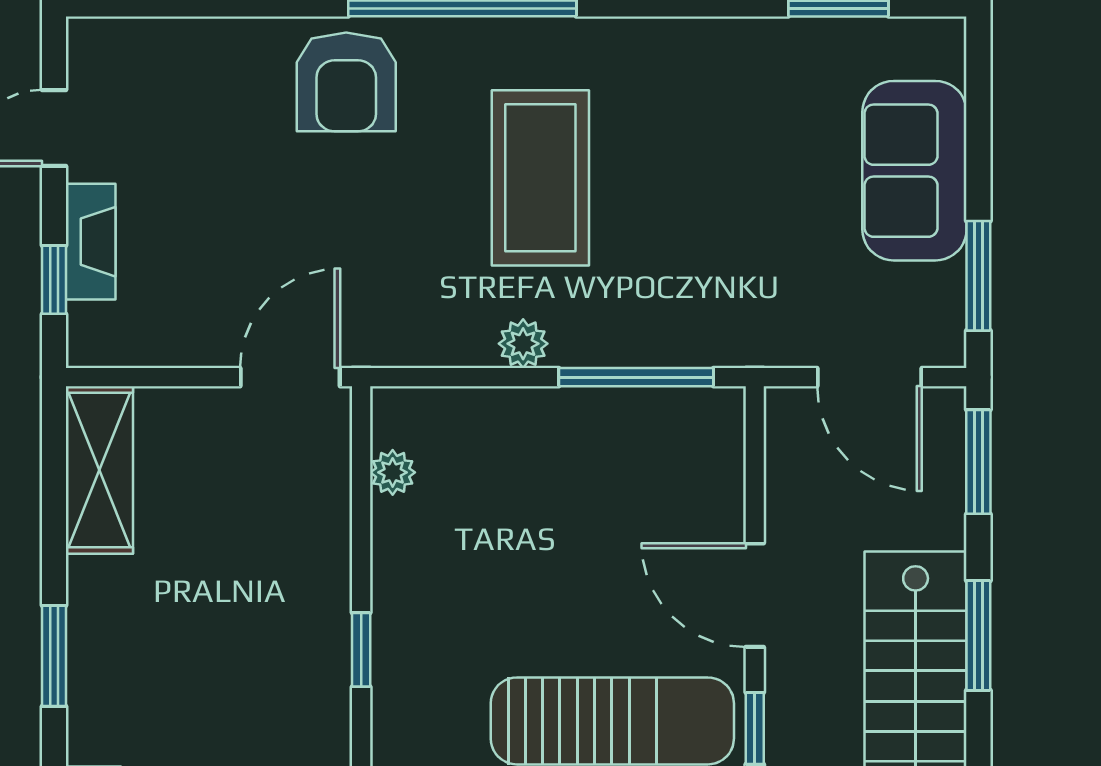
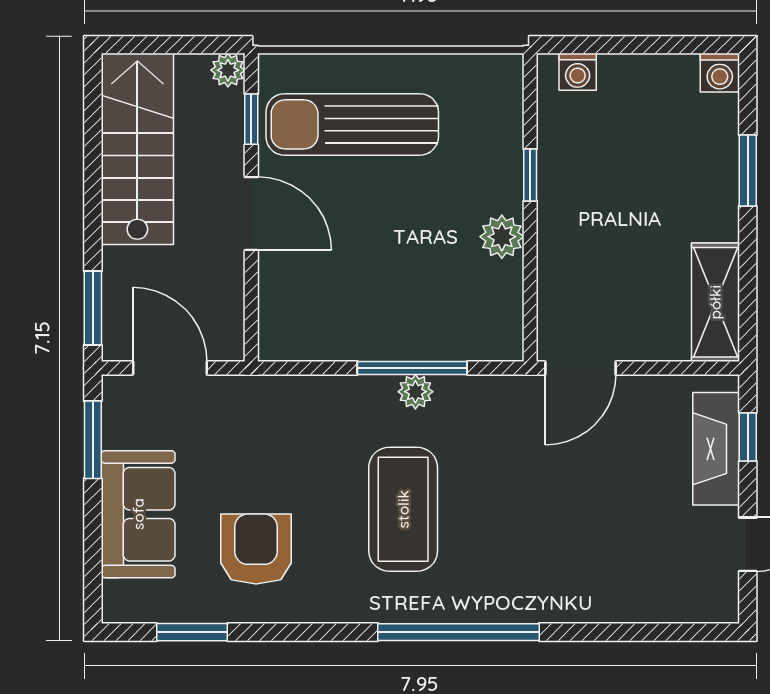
armchair: (346, 82) -> (256, 549), moved
fireplace: (91, 242) -> (716, 449), width x1.37, depth x1.32
window: (636, 377) -> (412, 368), moved
plant: (393, 472) -> (502, 237), moved, width x1.38, depth x1.38
window: (978, 635) -> (93, 185), removed

